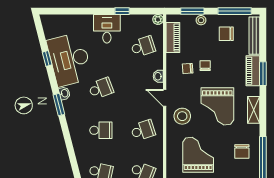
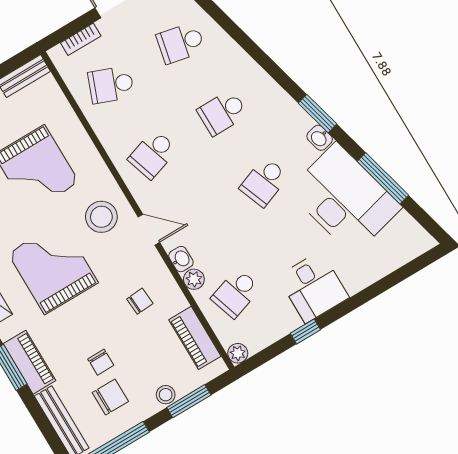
window: (47, 58) -> (383, 178), width x2.17
plant: (158, 64) -> (194, 279), added
chair: (205, 66) -> (101, 362), moved

